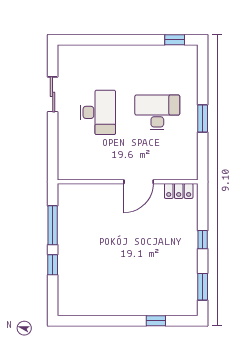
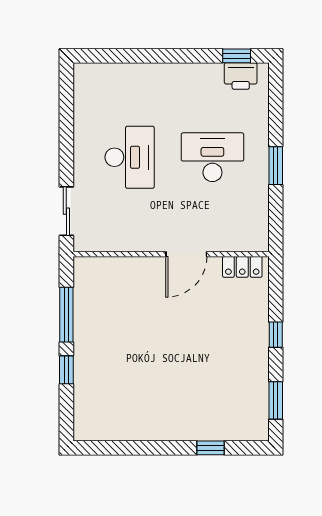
printer: (178, 54) -> (241, 76), added
sliding door: (53, 94) -> (66, 211), moved

